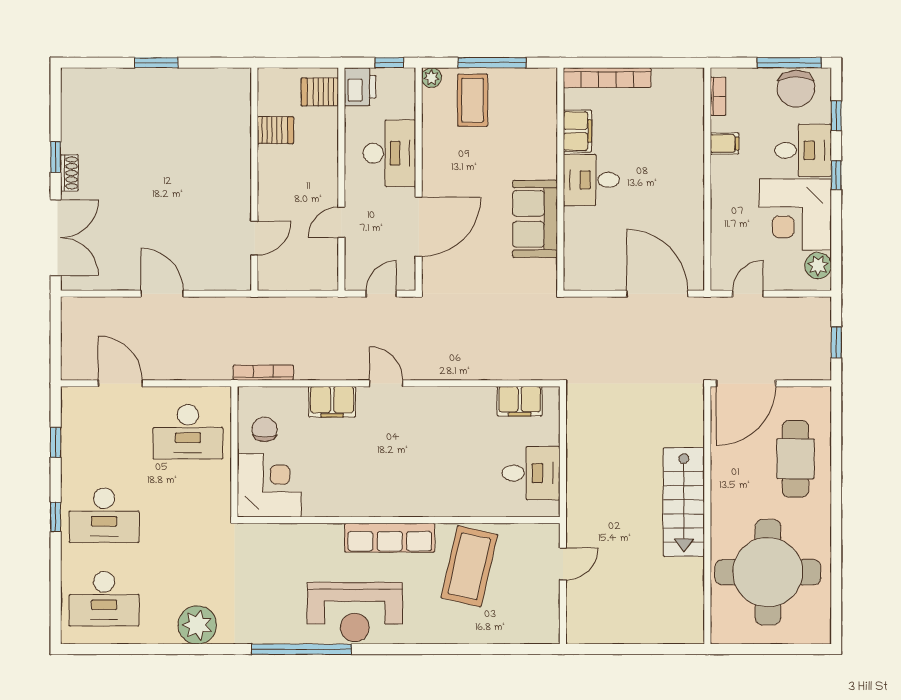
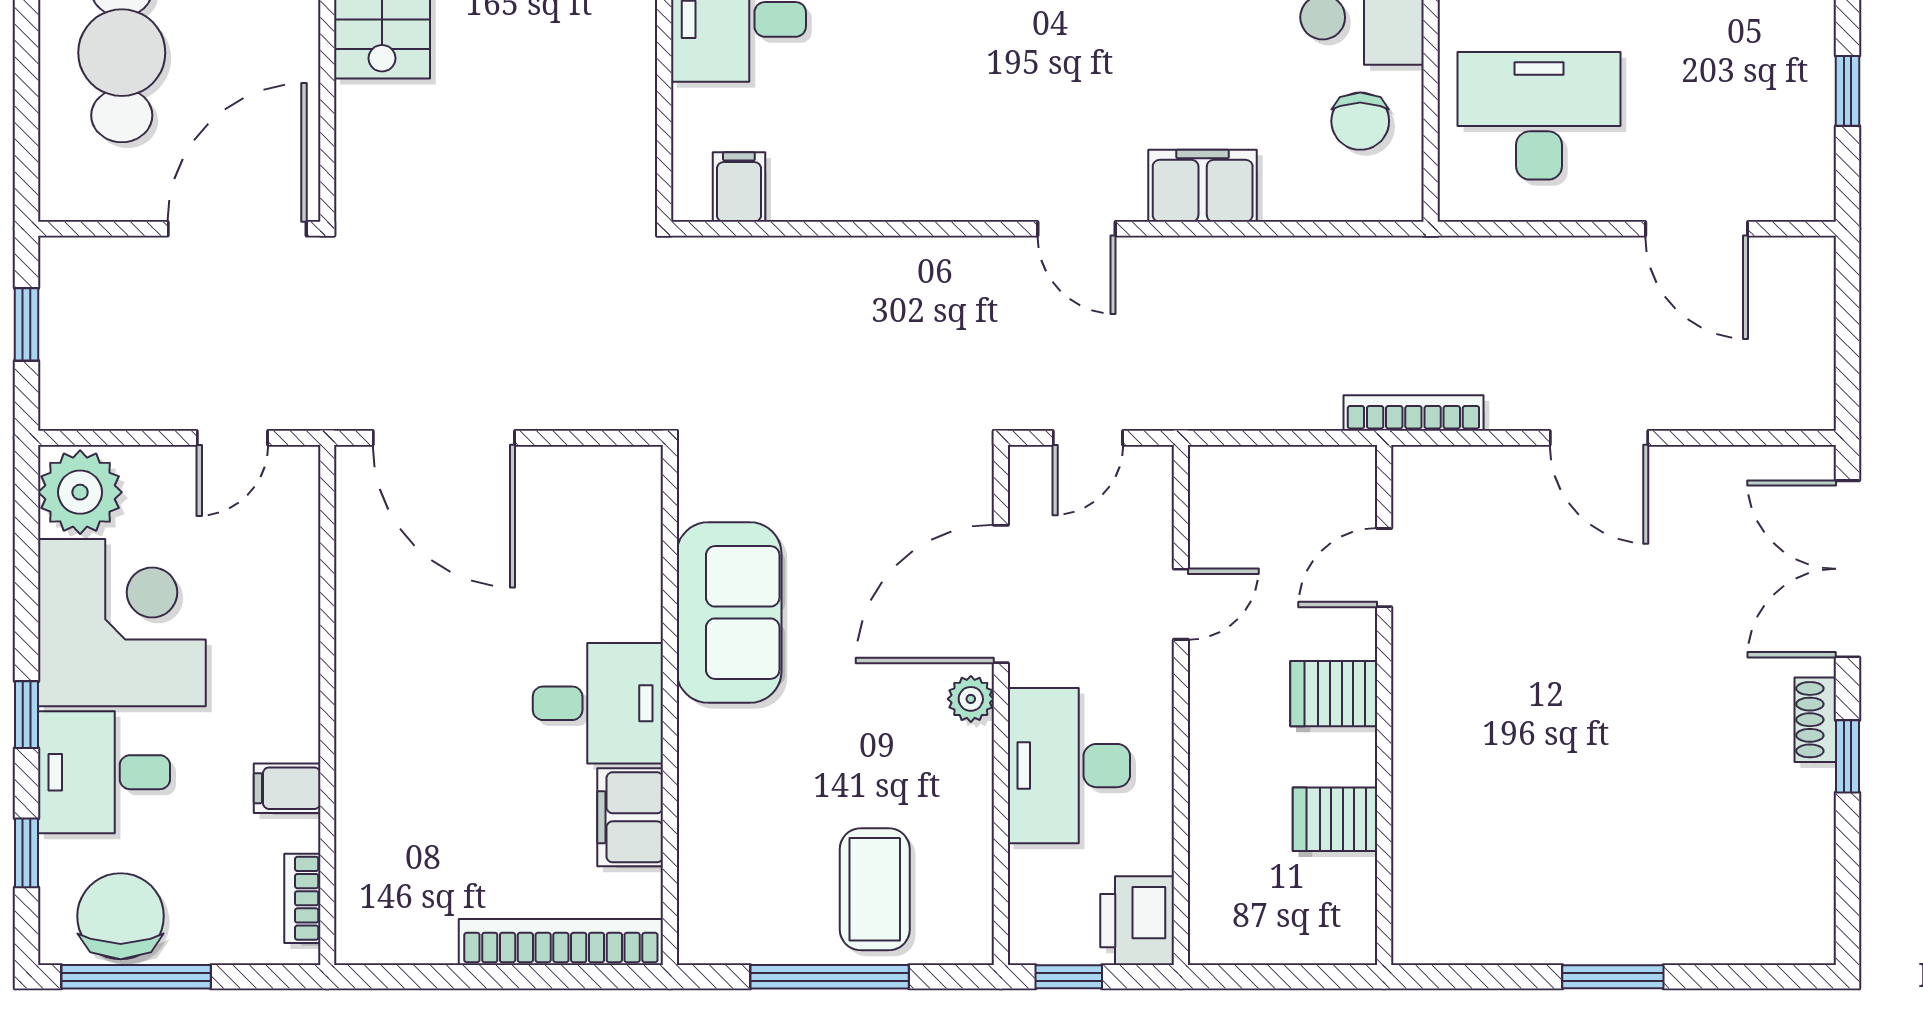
plant: (431, 78) -> (971, 699), moved
server rack: (320, 92) -> (1334, 694), moved, turned 180
plant: (818, 266) -> (80, 492), width x1.36, depth x1.36
bookcase: (263, 373) -> (1413, 413), moved, turned 180
filing cabinet: (520, 401) -> (739, 187), width x0.50

